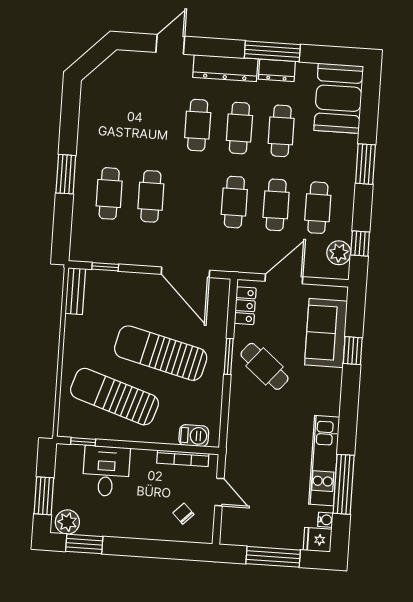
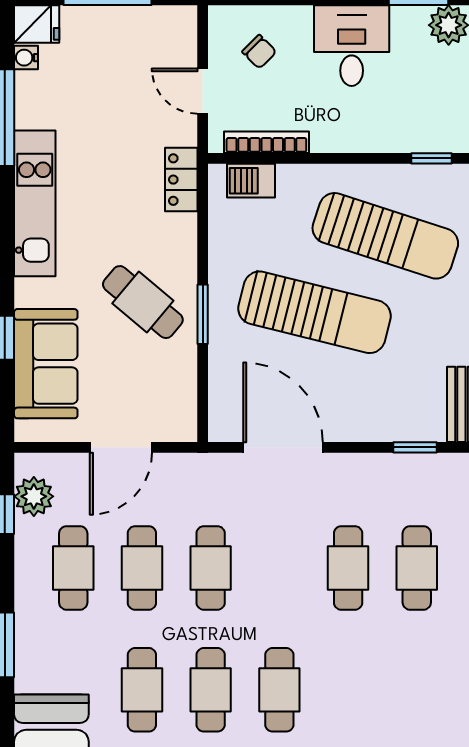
locker: (245, 306) -> (181, 180), moved
kitchen unit: (324, 461) -> (35, 203), moved
desk: (106, 471) -> (352, 46), moved, turned 180

